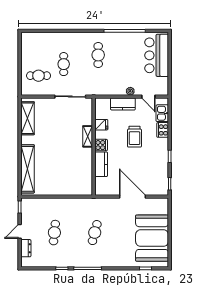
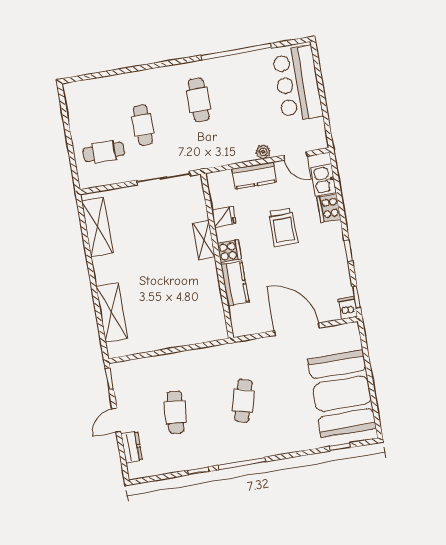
shelving: (28, 169) -> (112, 312), width x0.68
dishwasher: (164, 189) -> (348, 308), added

